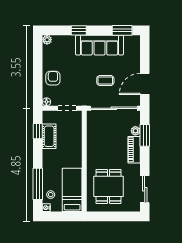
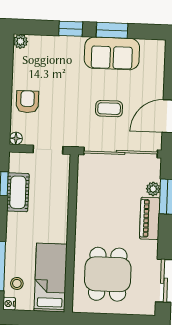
window: (122, 30) -> (112, 30), moved
sofa: (100, 45) -> (112, 53), width x0.73

